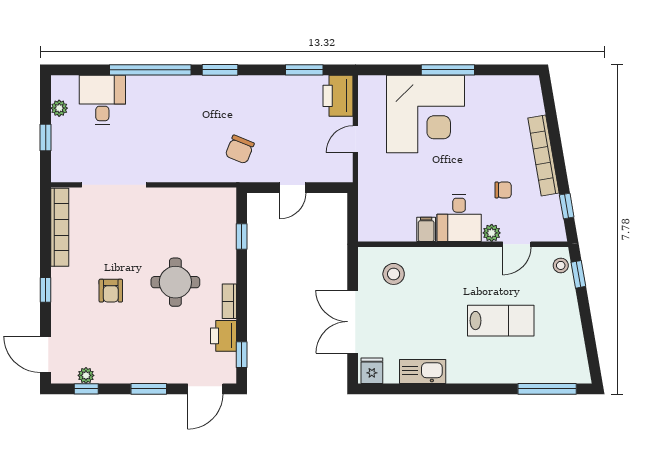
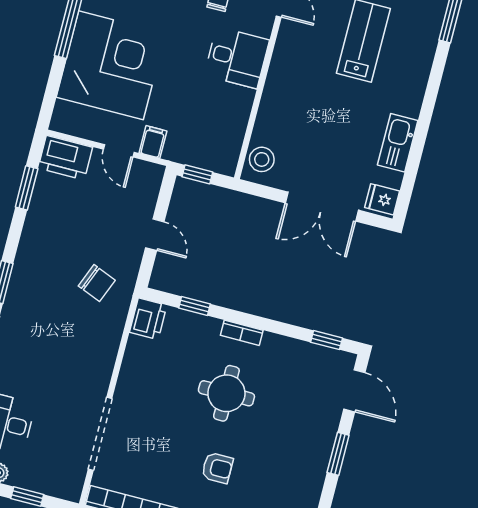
window: (353, 210) -> (197, 174), added
filing cabinet: (426, 229) -> (153, 142), moved, turned 90
plant: (492, 233) -> (263, 26), removed
stool: (394, 274) -> (262, 159), moved
bookcase: (229, 301) -> (242, 333), moved
printer: (224, 336) -> (148, 319), moved, turned -90

